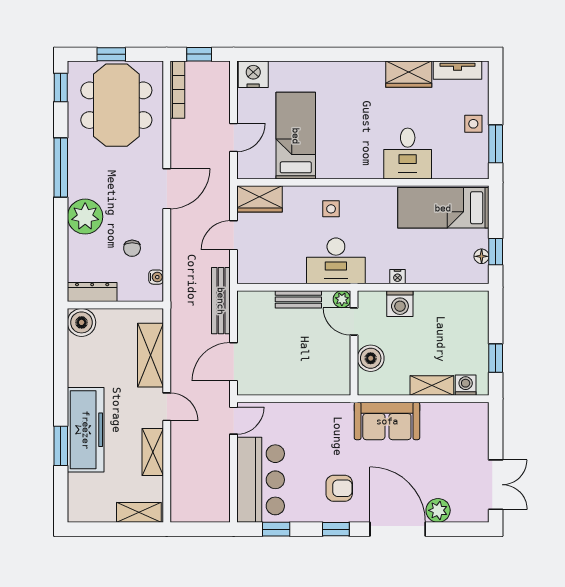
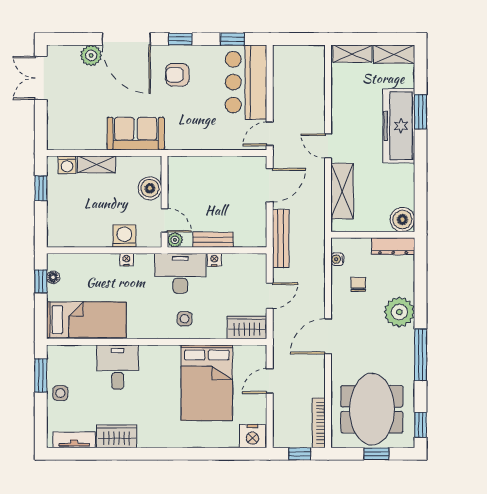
bed: (296, 136) -> (207, 383), width x1.50
nightstand: (297, 276) -> (214, 260), added
shelving: (153, 452) -> (394, 54), moved, turned 90

